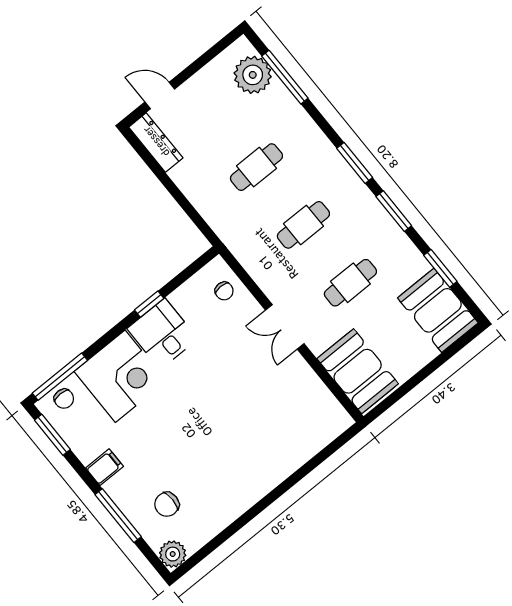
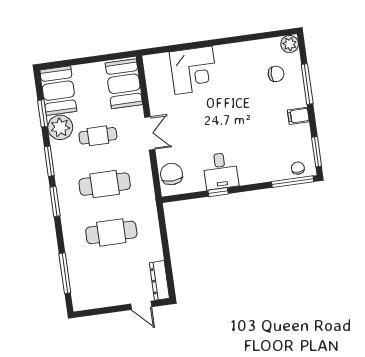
plant: (253, 75) -> (60, 127), moved
cafe table: (256, 167) -> (111, 232), width x1.37, depth x1.35
cafe table: (303, 225) -> (105, 184), width x1.37, depth x1.35
chair: (224, 291) -> (171, 174), width x1.87, depth x1.87
corner desk: (120, 376) -> (194, 70), moved, turned 180

